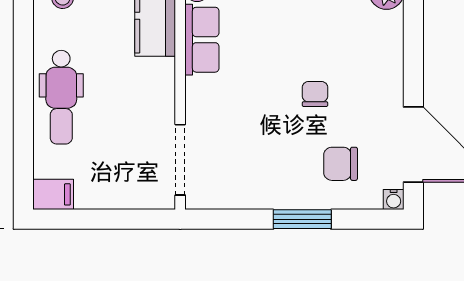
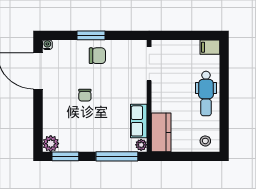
dental chair: (61, 97) -> (206, 94), turned 180
chair: (341, 164) -> (97, 56), moved

